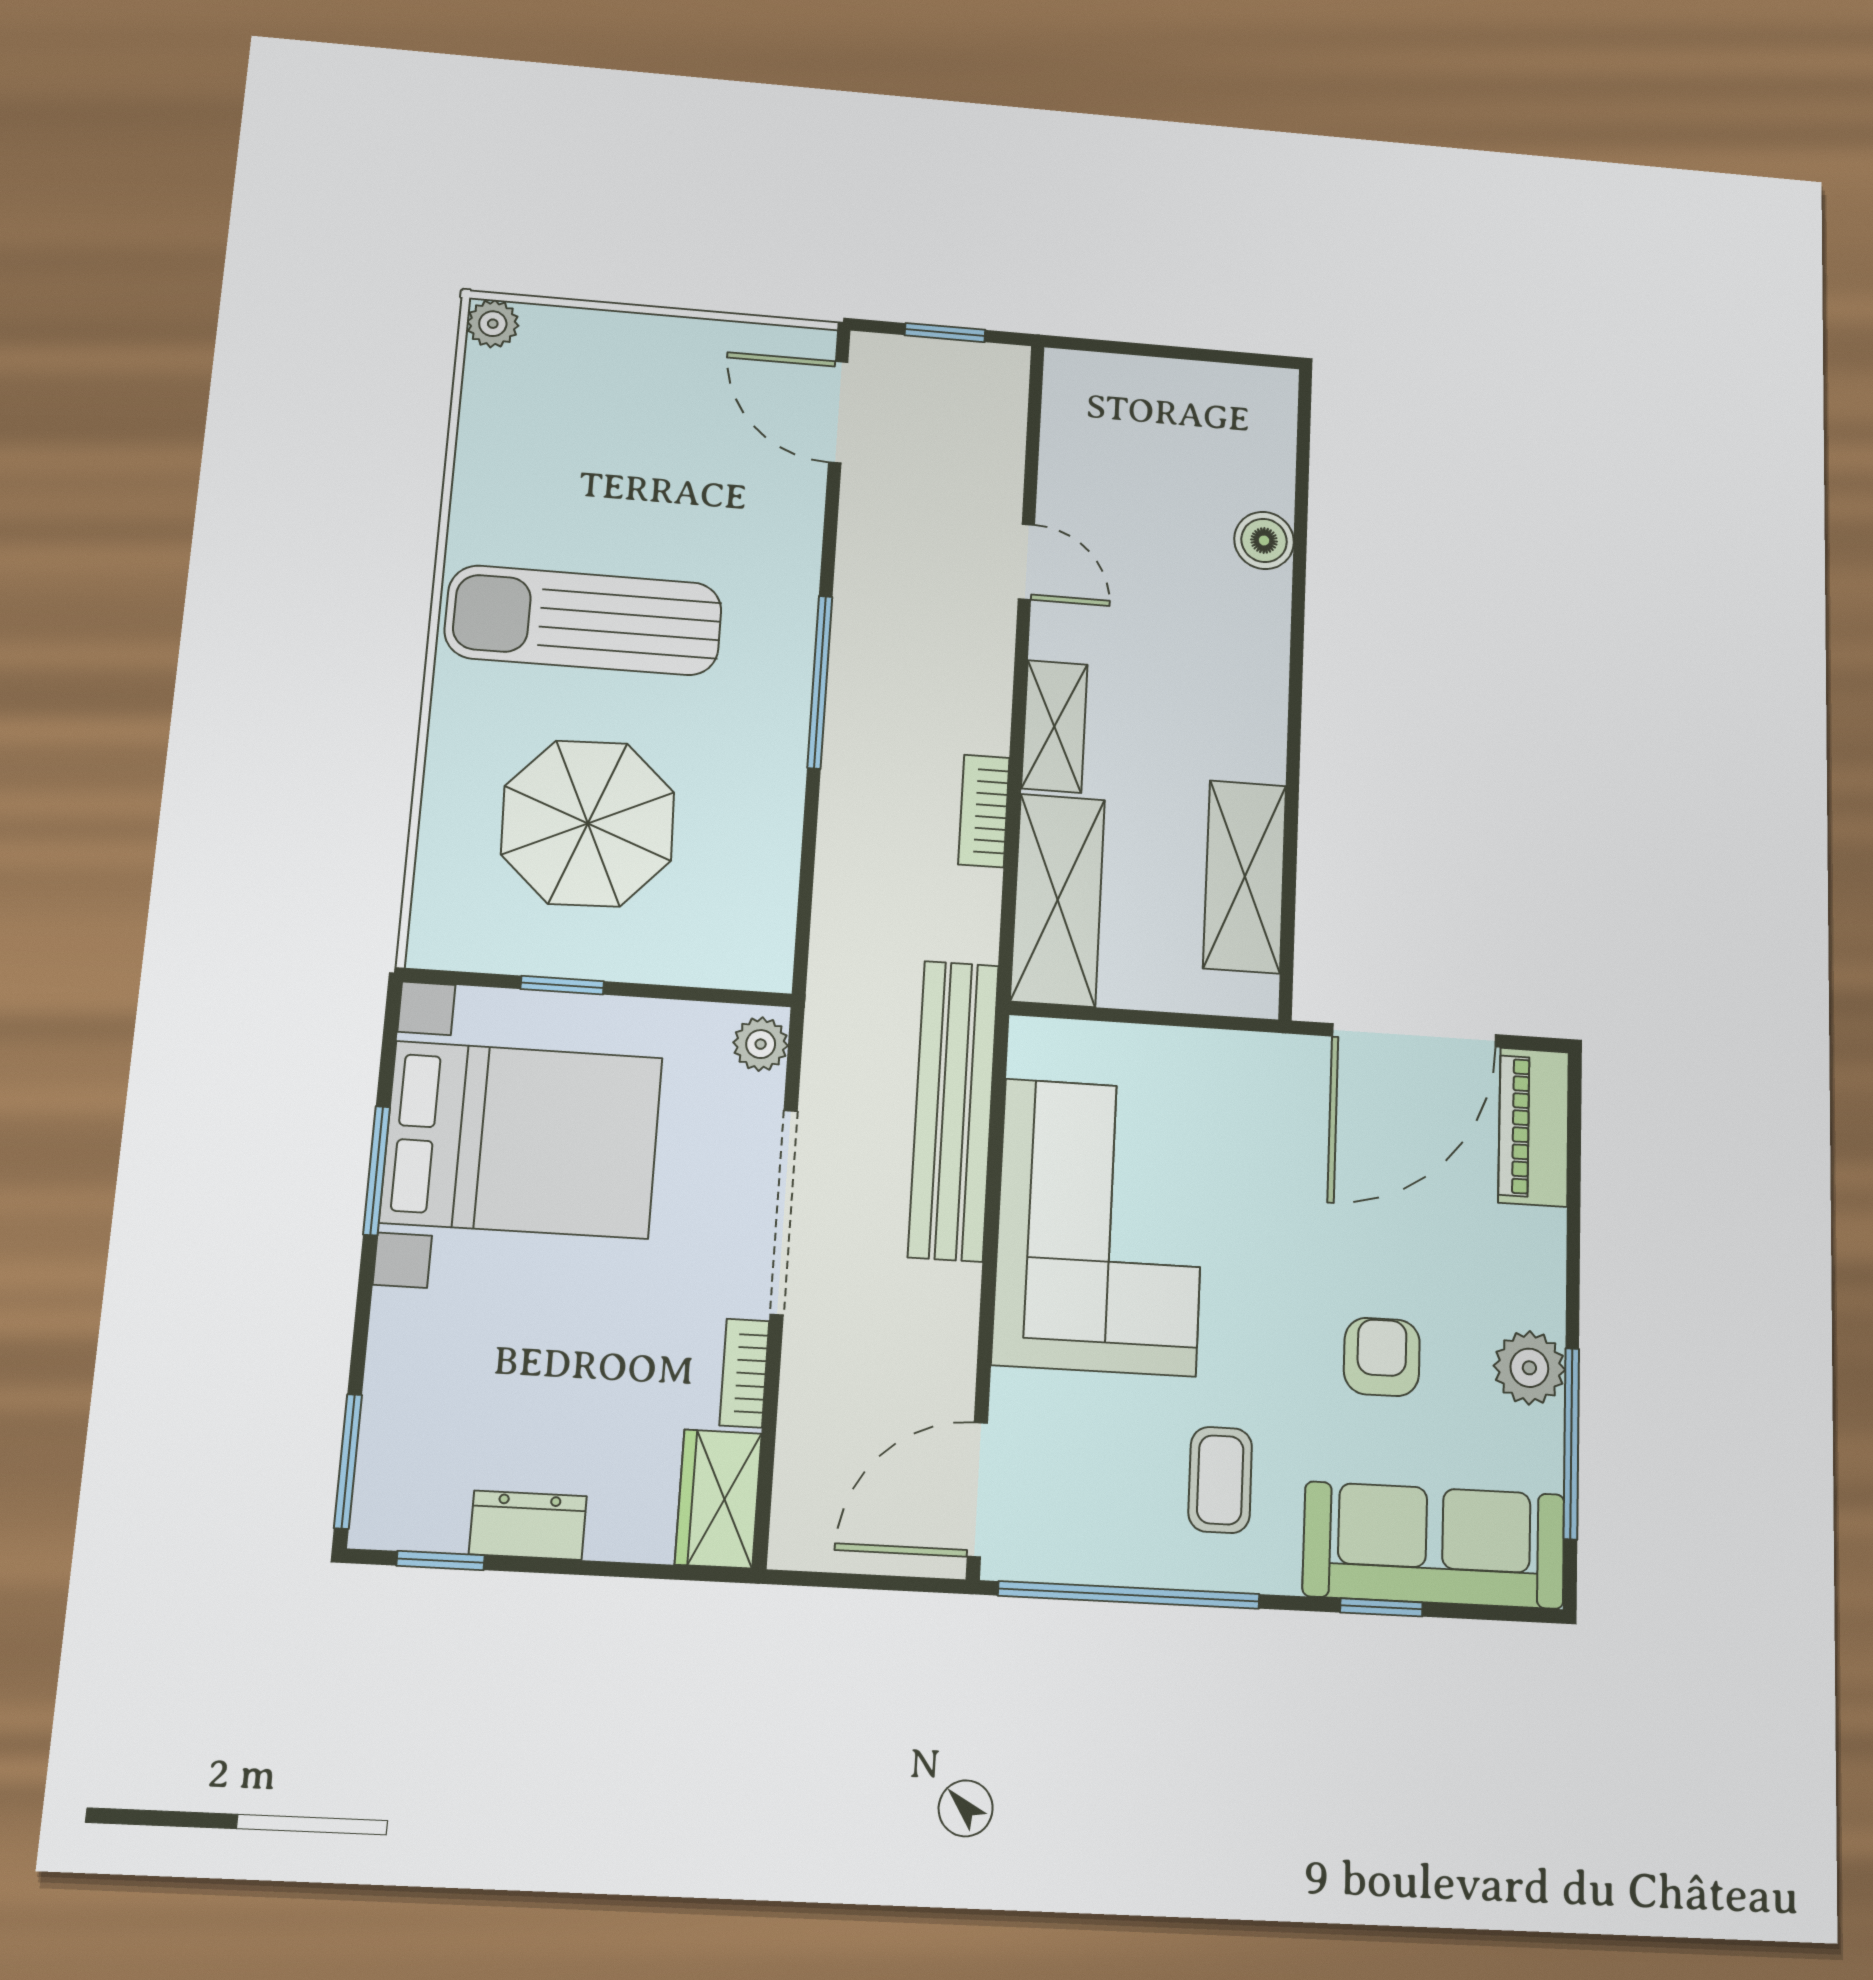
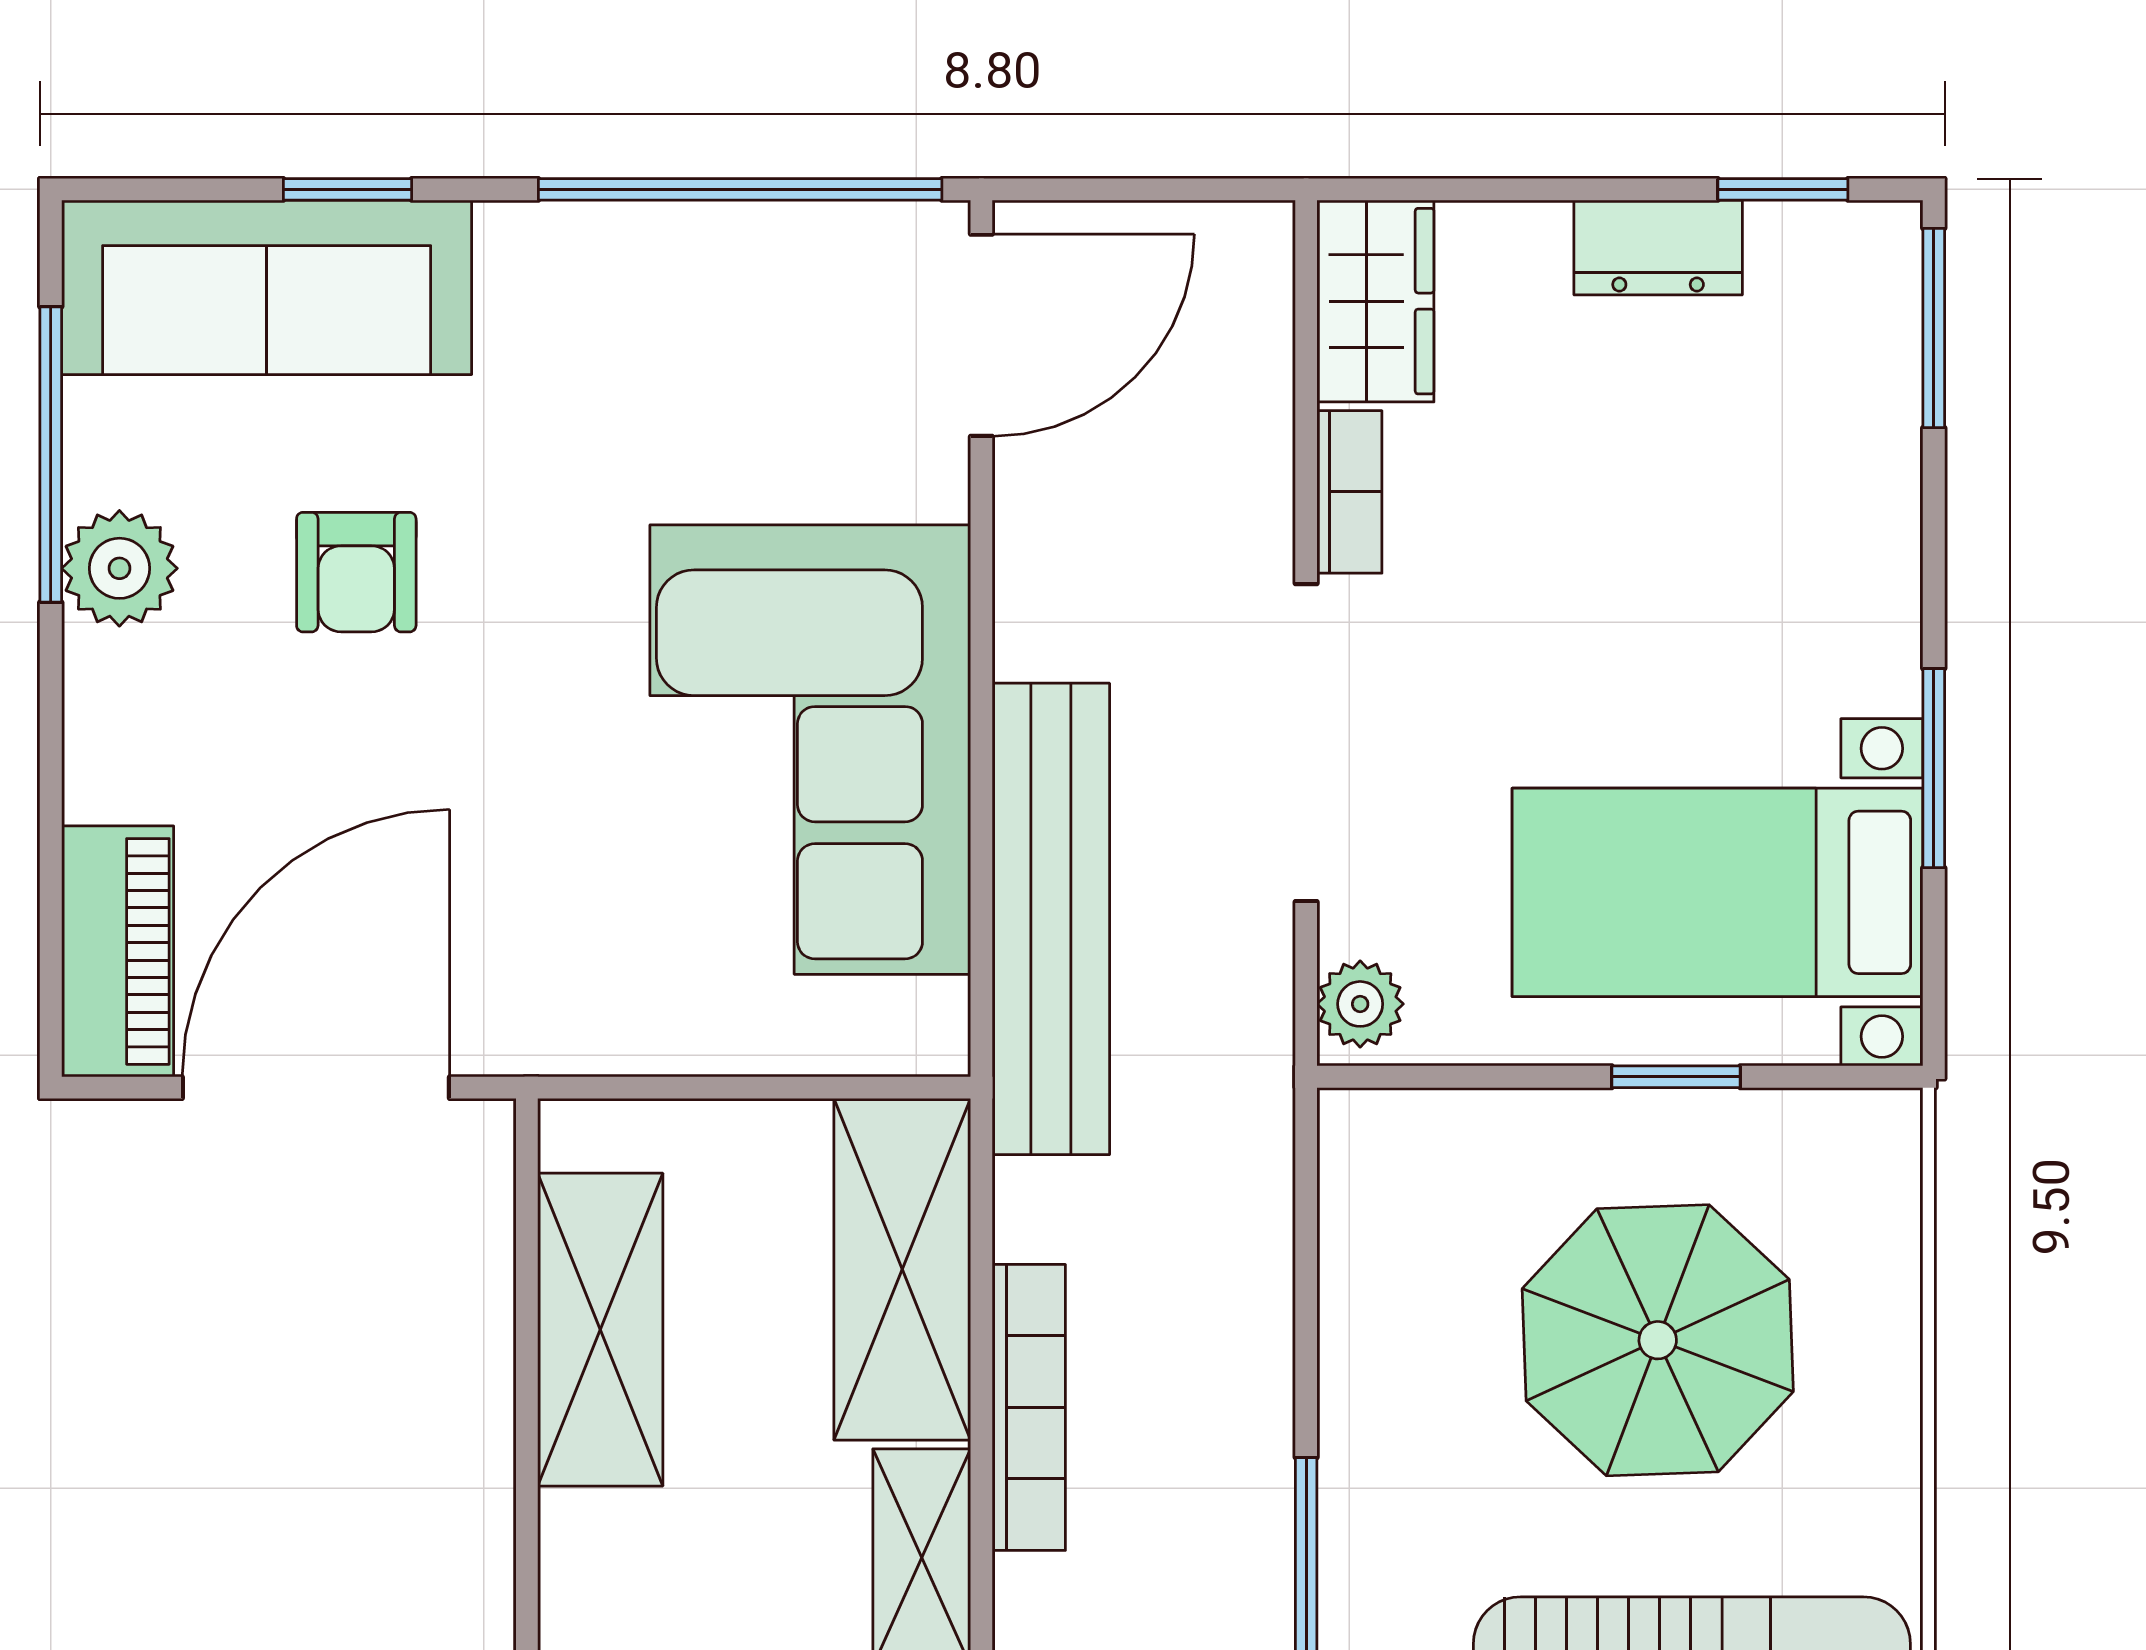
bookcase: (984, 811) -> (1029, 1407), width x1.56
bed with nightstands: (522, 1140) -> (1718, 892), width x0.73
coffee table: (1220, 1480) -> (606, 369), removed

